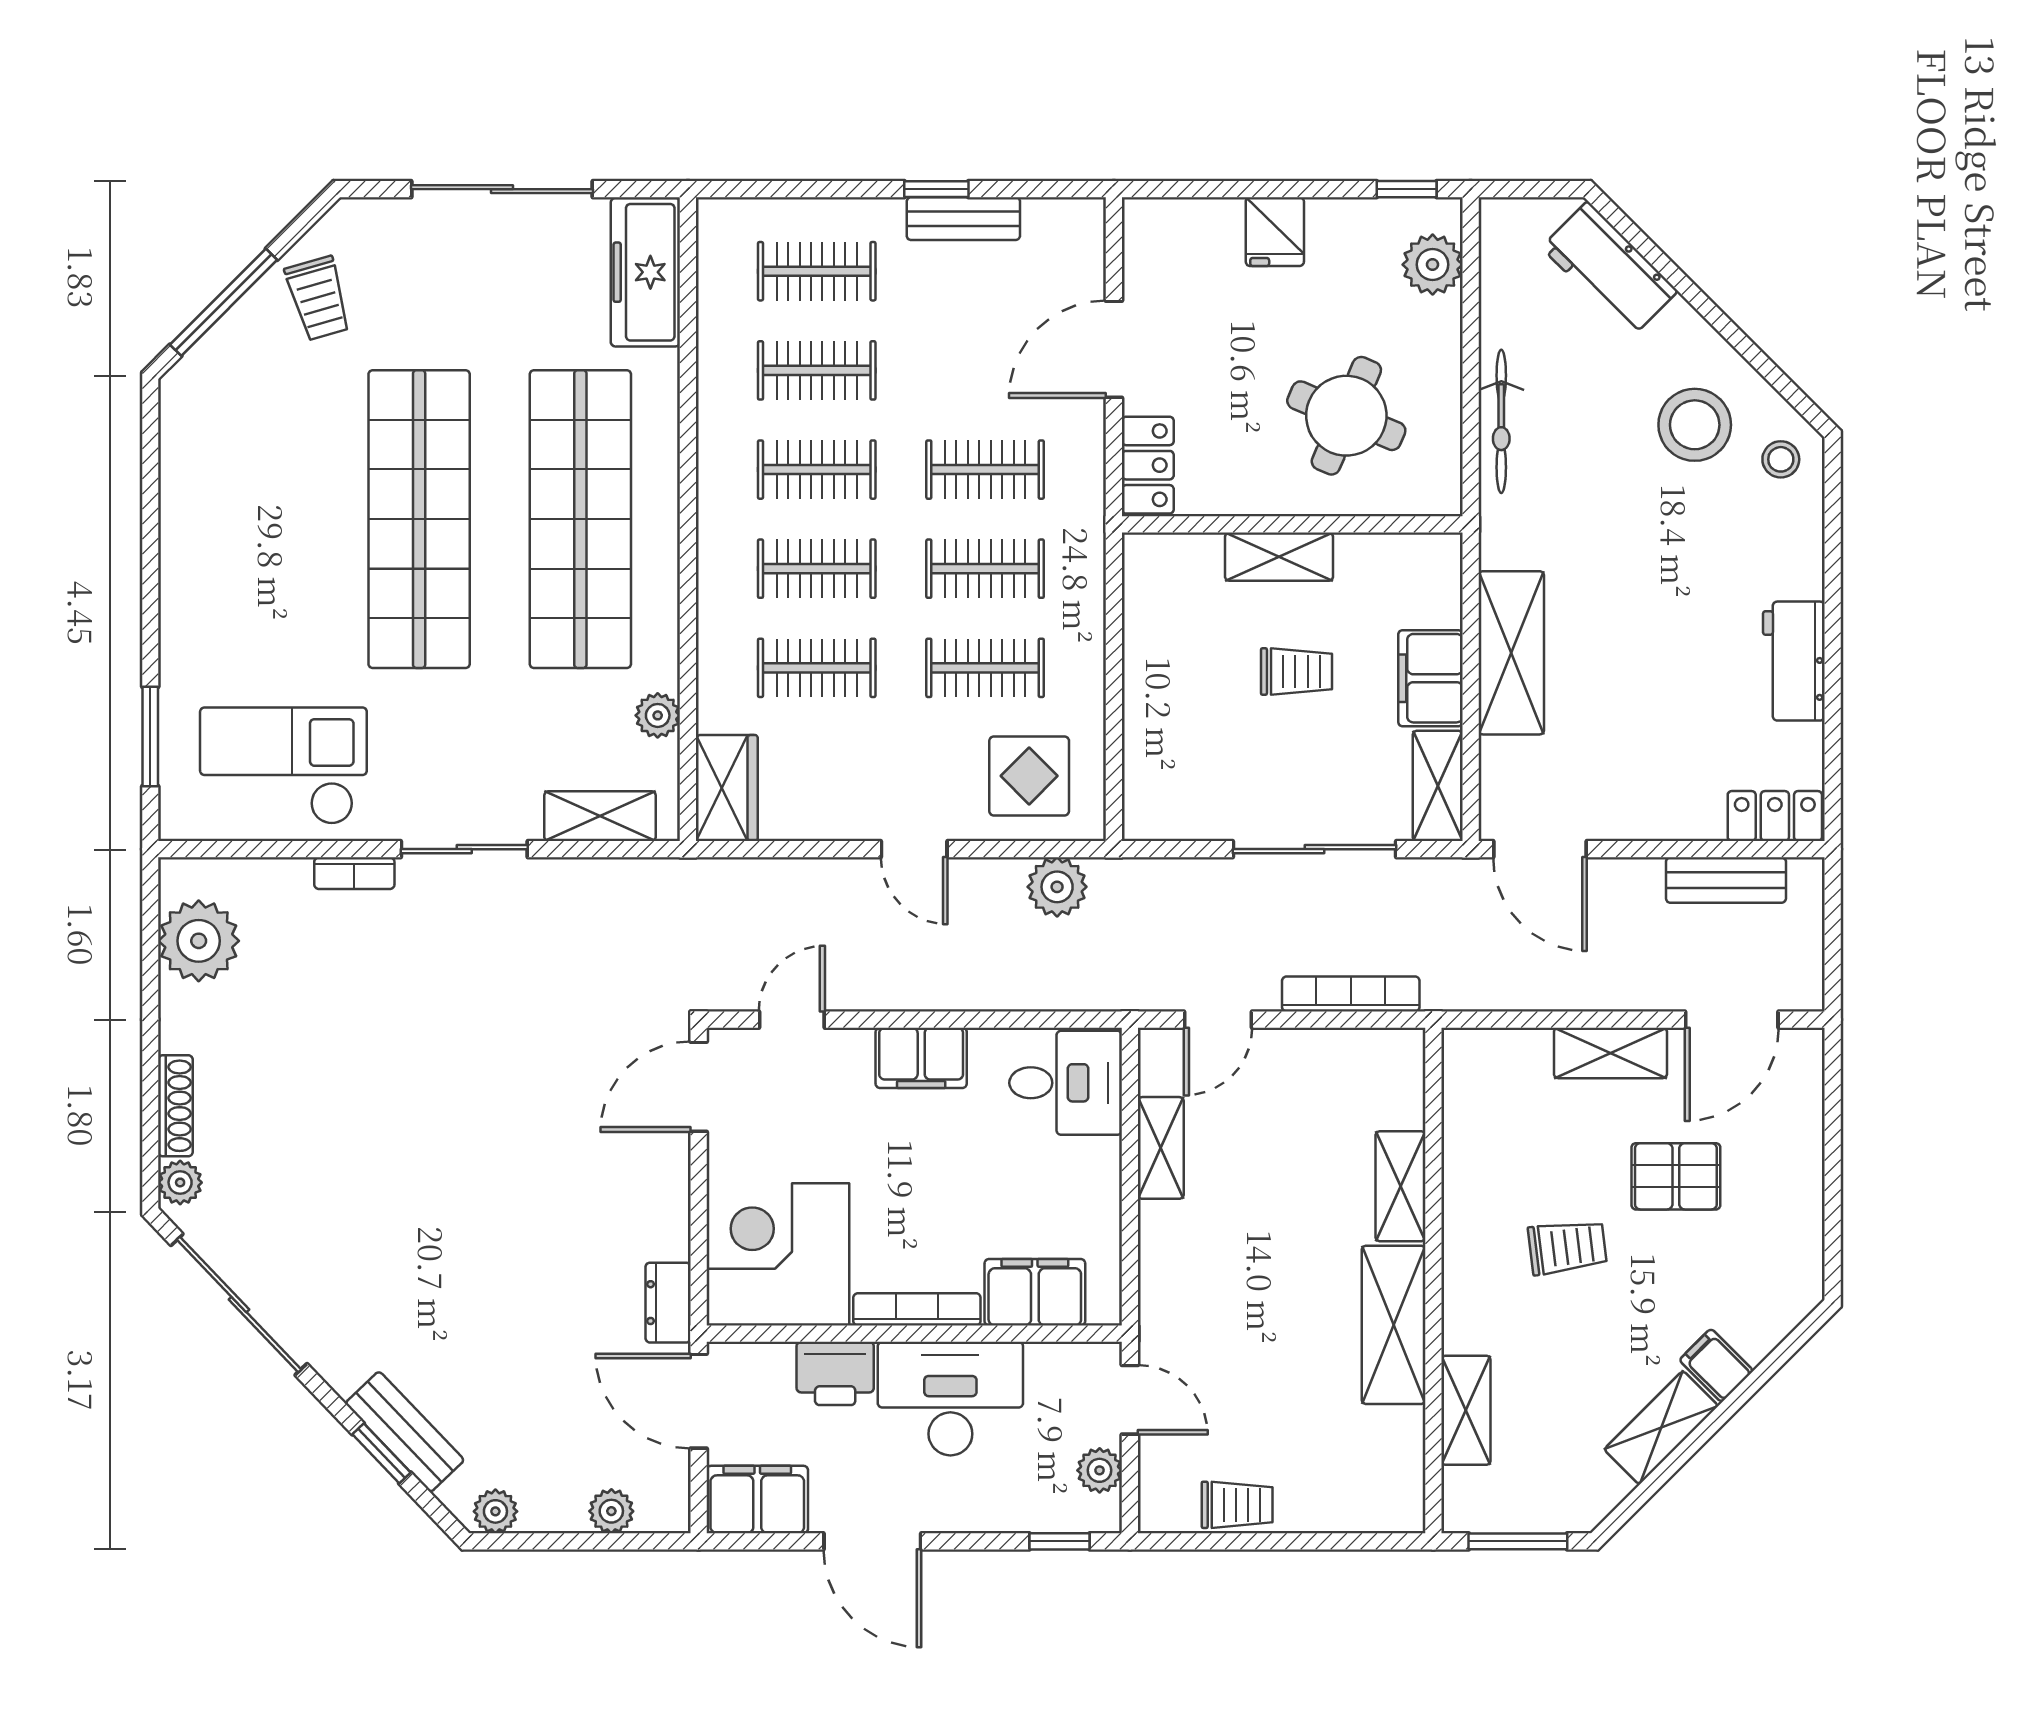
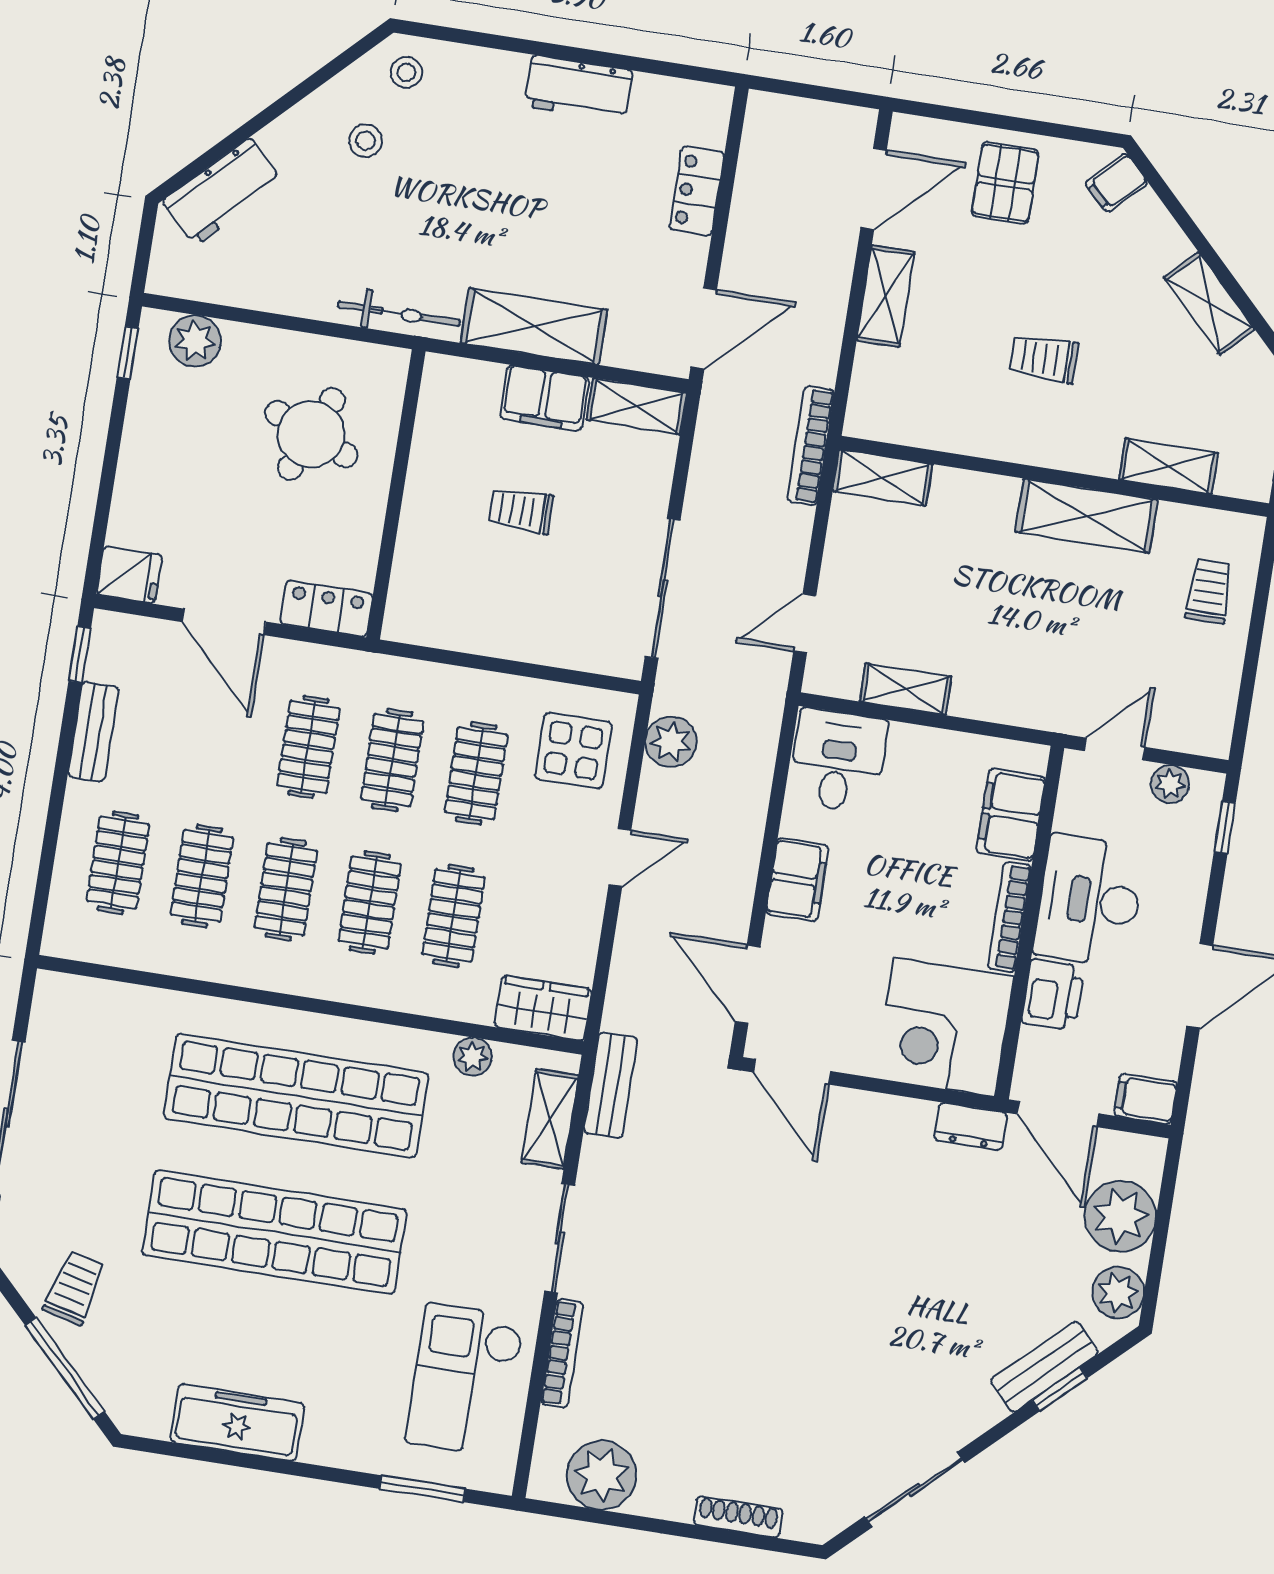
window: (936, 189) -> (80, 655), moved
fridge: (1275, 232) -> (129, 575), moved
freezer: (645, 272) -> (237, 1422), moved, turned 180
trolley: (318, 298) -> (74, 1288), turned -60
bicycle: (1501, 421) -> (399, 314), moved
stool: (1695, 425) -> (366, 141), width x0.53, depth x0.53
shelving: (1279, 557) -> (421, 510), removed
trolley: (1296, 672) -> (521, 510), turned -90
locker: (1775, 816) -> (697, 191), moved
sliding door: (1314, 849) -> (663, 588), moved
bookcase: (354, 873) -> (562, 1353), width x1.56
bench: (1726, 880) -> (611, 1085), moved
bookcase: (1351, 994) -> (811, 446), moved
door: (792, 1020) -> (748, 984), width x1.38
door: (1218, 1020) -> (805, 623), swing flipped
door: (1732, 1020) -> (874, 189), hinge flipped
pallet: (1676, 1176) -> (1005, 183), moved
plant: (180, 1182) -> (804, 1523), removed
shelving: (1400, 1186) -> (883, 478), moved
trolley: (1567, 1247) -> (1044, 359), turned -83
sliding door: (239, 1304) -> (915, 1490), width x0.73
filing cabinet: (1716, 1365) -> (1116, 183), moved
door: (699, 1401) -> (1058, 1114), hinge flipped
filing cabinet: (757, 1499) -> (1146, 1099), width x0.50
trolley: (1237, 1505) -> (1209, 591), moved
plant: (495, 1511) -> (1118, 1292), width x1.38, depth x1.38
plant: (611, 1511) -> (1120, 1216), width x1.88, depth x1.88

